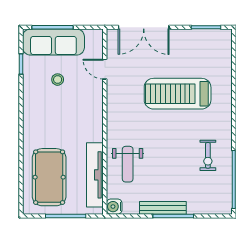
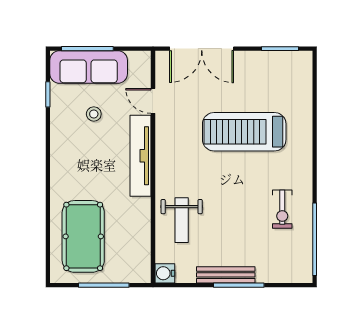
tv unit: (95, 175) -> (141, 156), moved

